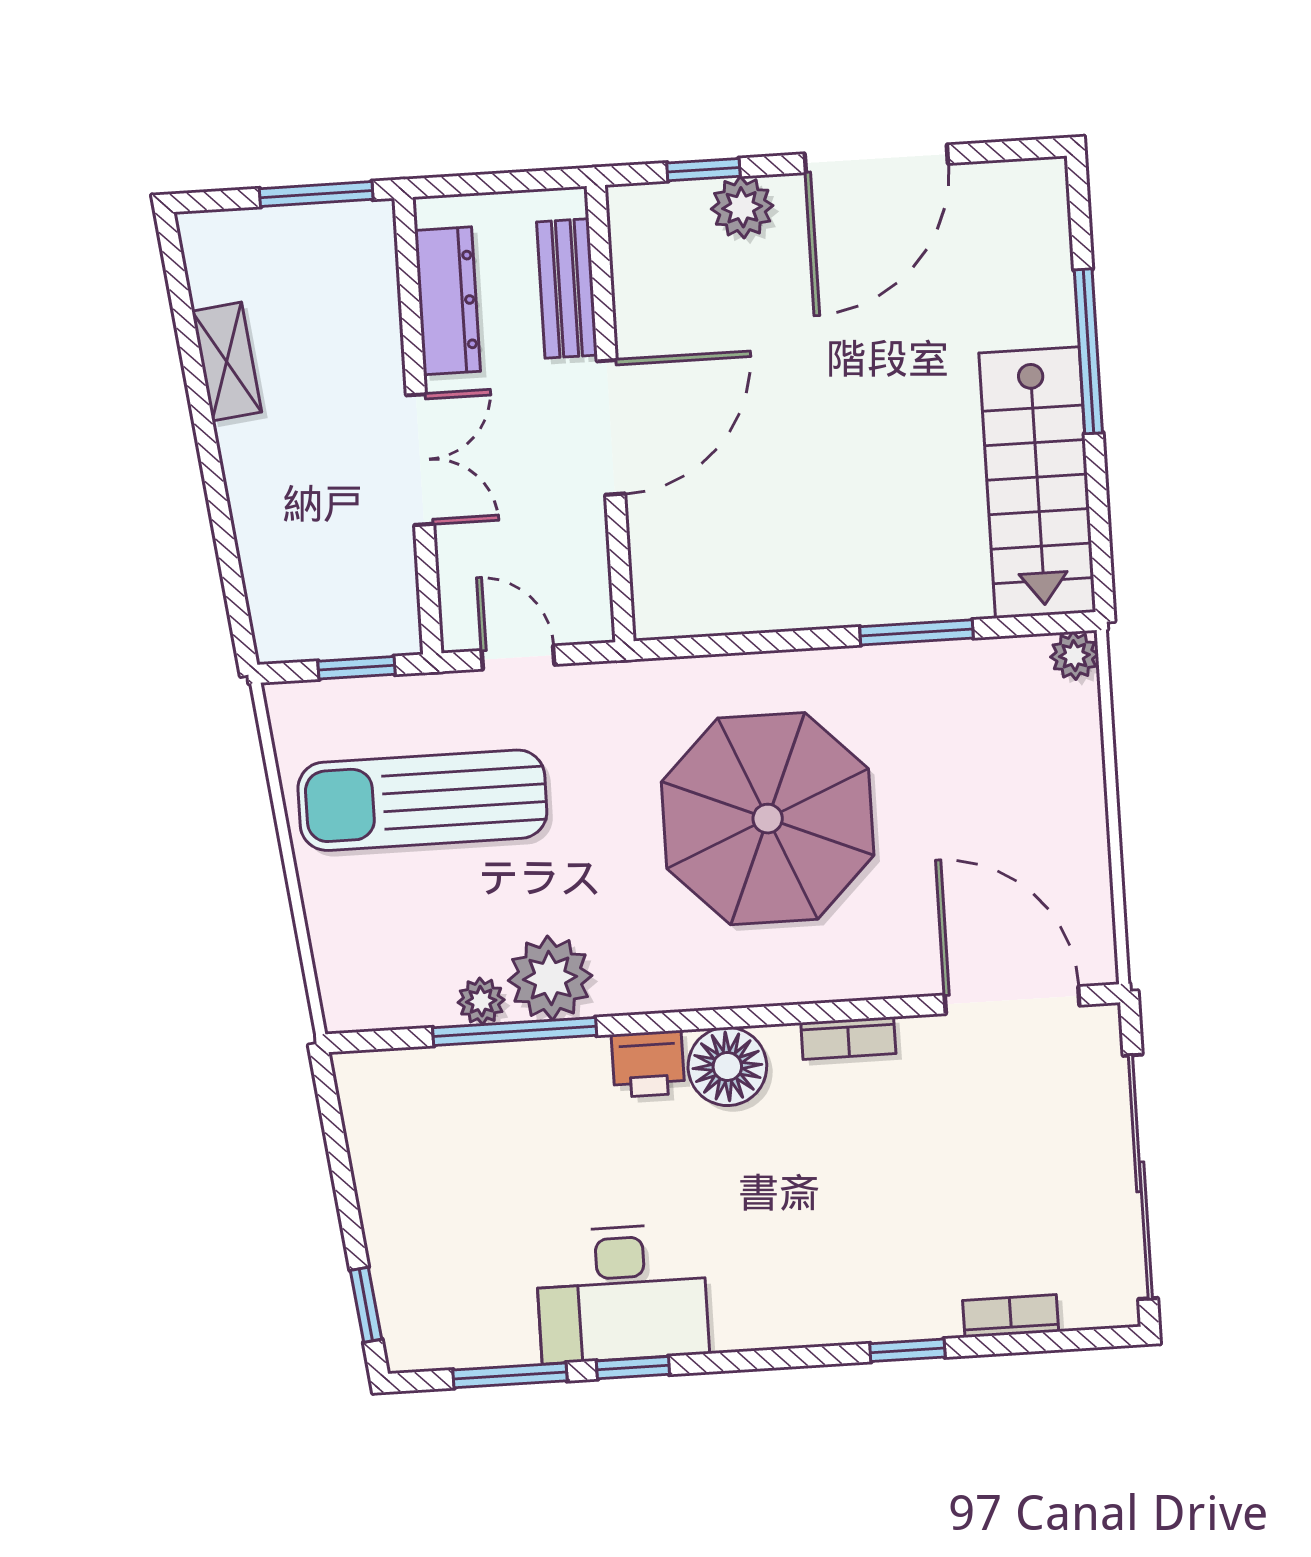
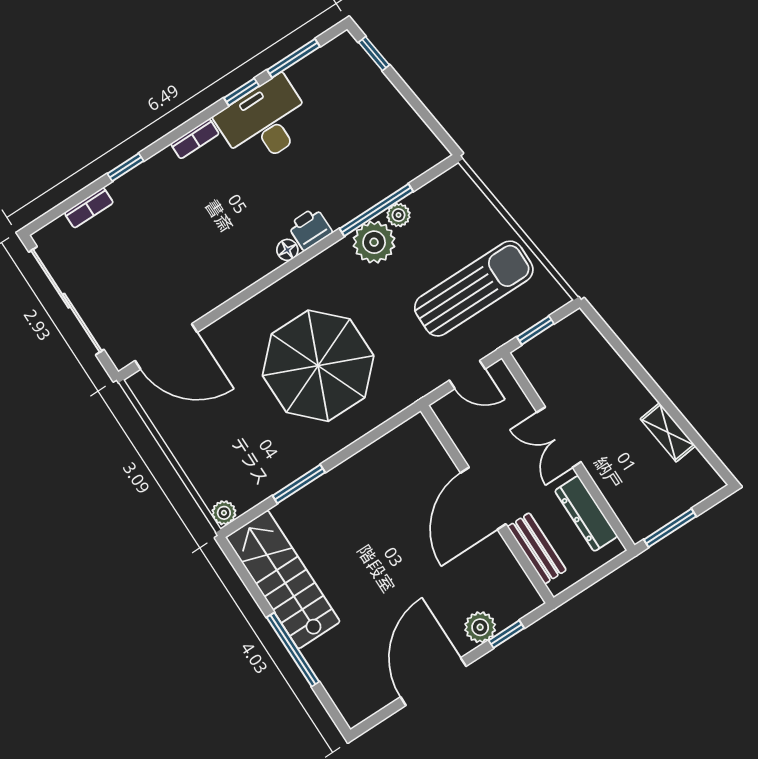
bookcase: (848, 1038) -> (195, 139), moved, turned 180
floor lamp: (727, 1066) -> (287, 250), width x0.53, depth x0.53

